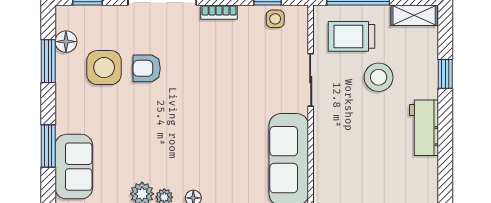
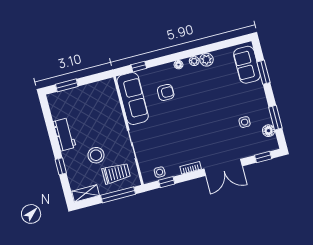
side table: (104, 68) -> (245, 122), width x0.54, depth x0.54
armchair: (147, 68) -> (166, 92), moved

